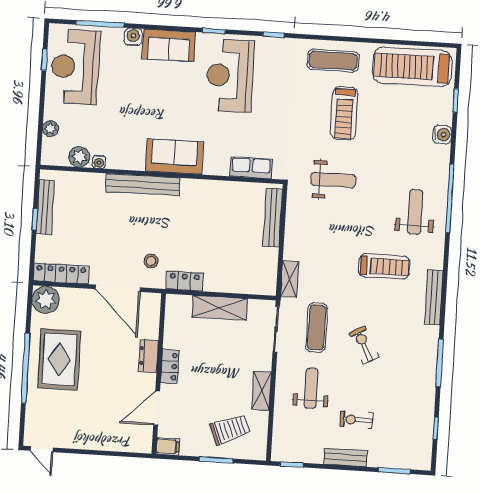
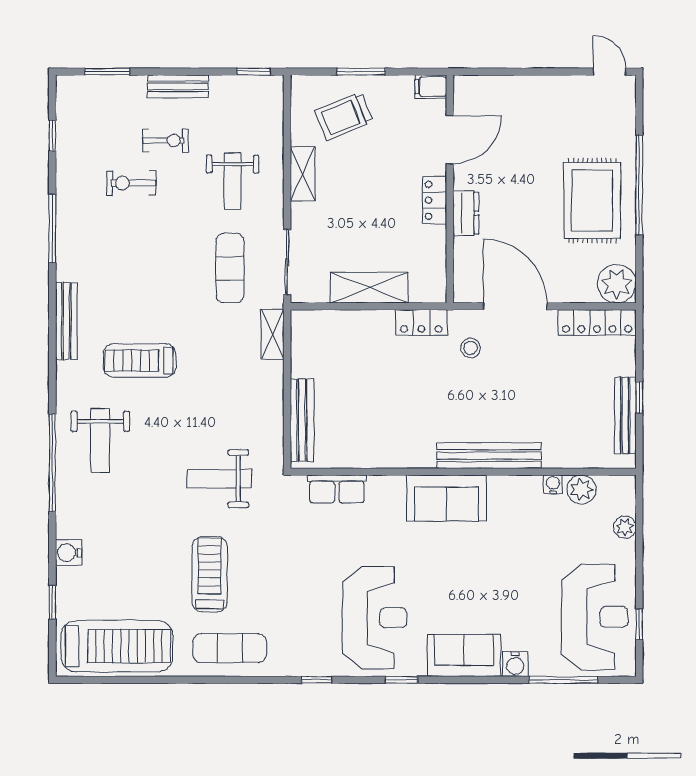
exercise bike: (364, 345) -> (131, 183), moved, turned 118

